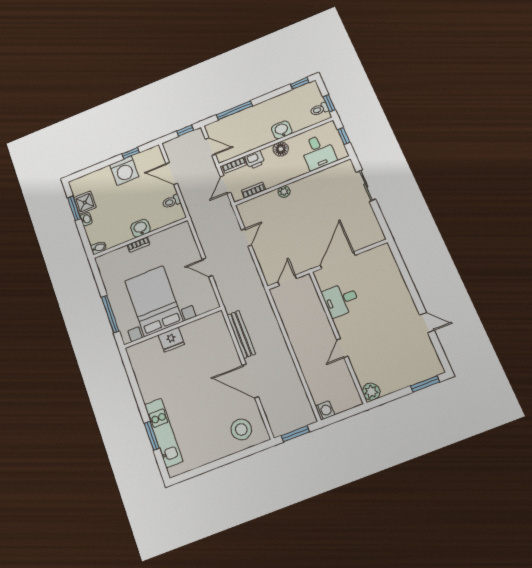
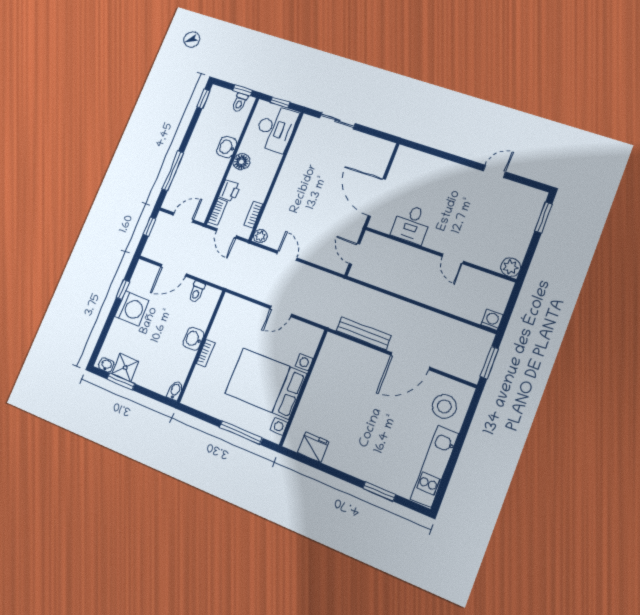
desk: (318, 152) -> (276, 129), width x1.37
plant: (284, 192) -> (260, 236), moved
washbasin: (86, 219) -> (106, 365), moved
fridge: (171, 340) -> (313, 447), moved, turned -90
kitchen unit: (164, 433) -> (435, 466), moved, turned -90

